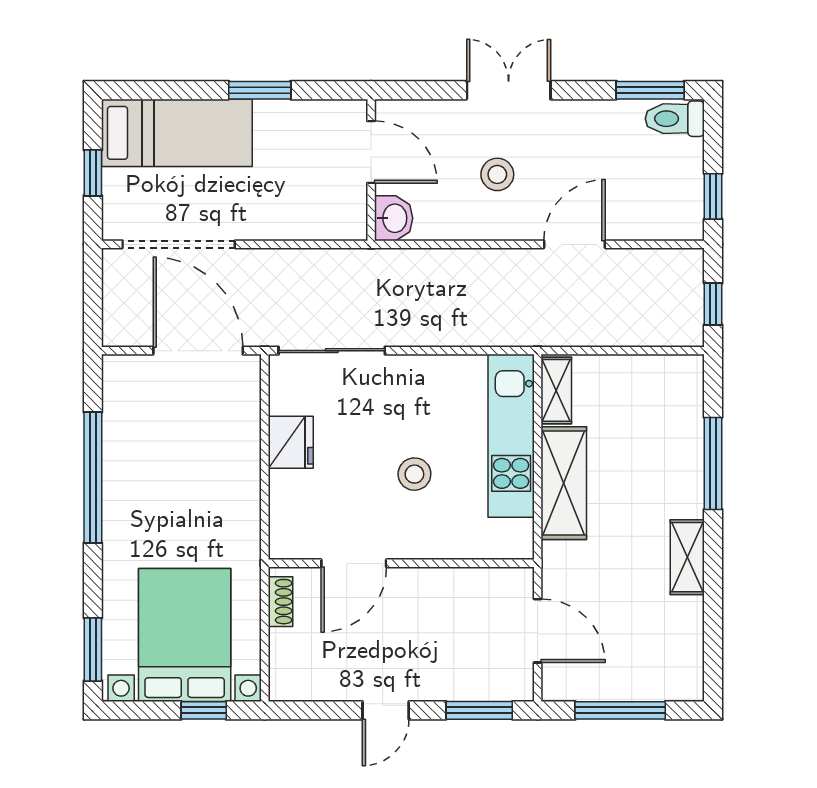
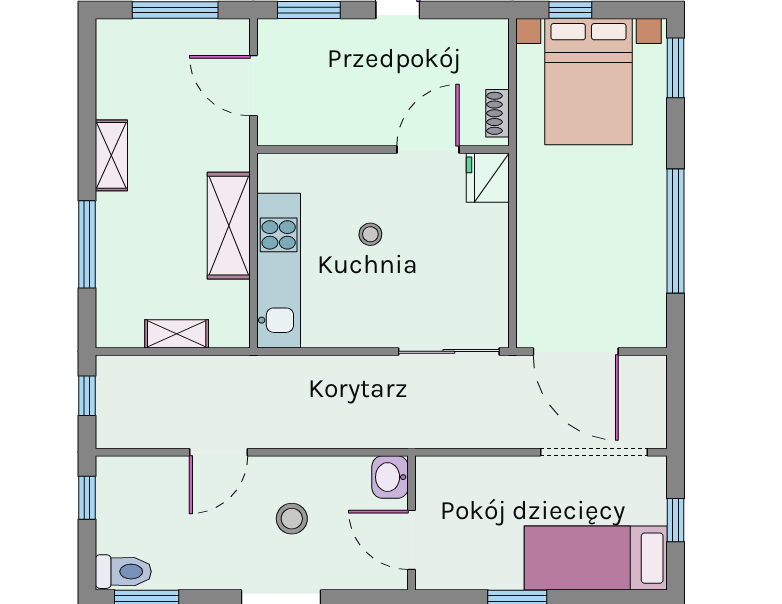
shelving: (556, 390) -> (177, 334), moved, turned 90
fridge: (291, 442) -> (488, 178), moved
stool: (414, 474) -> (370, 234), width x0.73, depth x0.73

